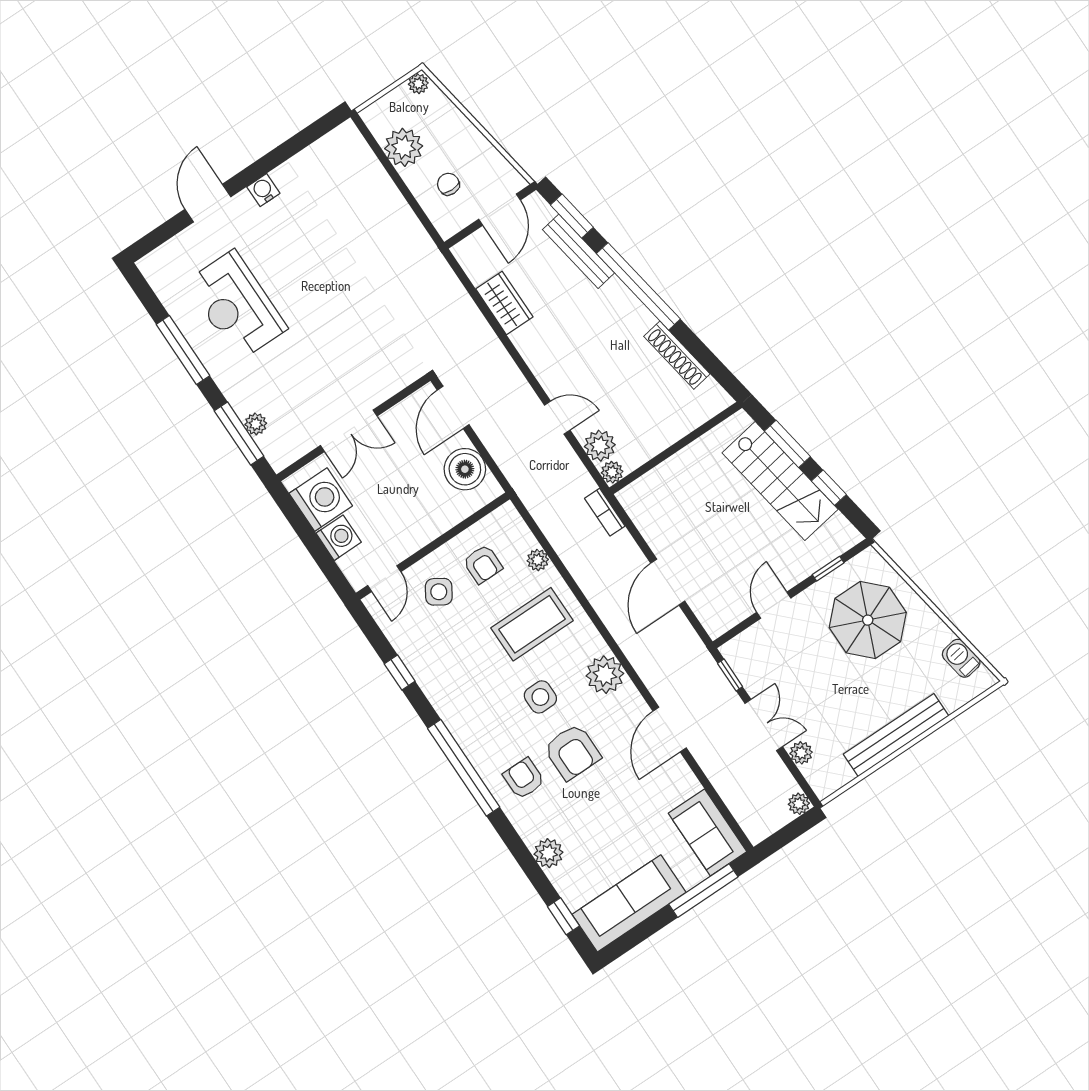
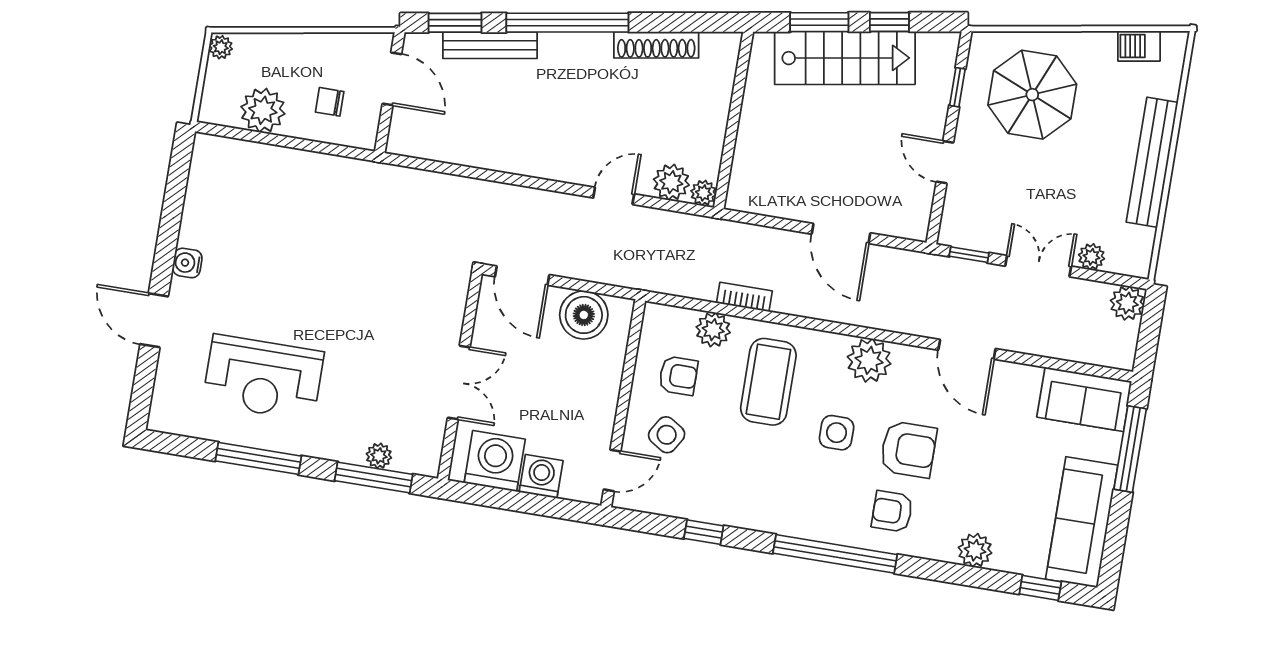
wardrobe: (504, 303) -> (475, 149), removed
bookcase: (605, 512) -> (744, 297), moved, turned 180
plant: (538, 560) -> (713, 330), width x1.38, depth x1.38
door: (384, 579) -> (612, 470), hinge flipped
plant: (799, 804) -> (1127, 303), width x1.38, depth x1.38

